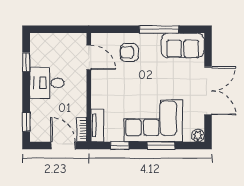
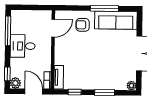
sofa: (183, 45) -> (116, 20), width x1.36
door: (89, 57) -> (53, 28), hinge flipped
window: (26, 62) -> (8, 31), width x2.17
corner sofa: (153, 121) -> (99, 75), removed
plant: (38, 134) -> (15, 83), added

